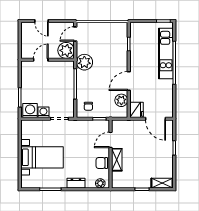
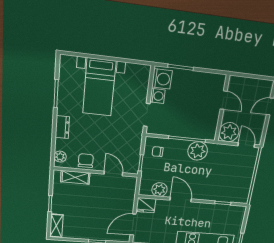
plant: (84, 62) -> (198, 151), moved
shelving: (117, 160) -> (75, 177), moved

